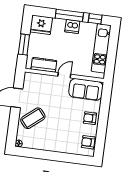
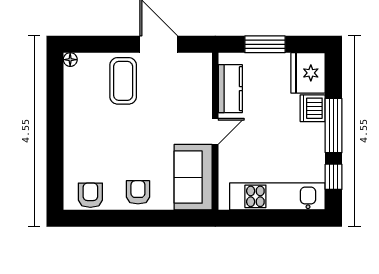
dishwasher: (72, 26) -> (313, 108), moved
door: (64, 75) -> (215, 131), hinge flipped
coffee table: (33, 118) -> (123, 81), turned 40

